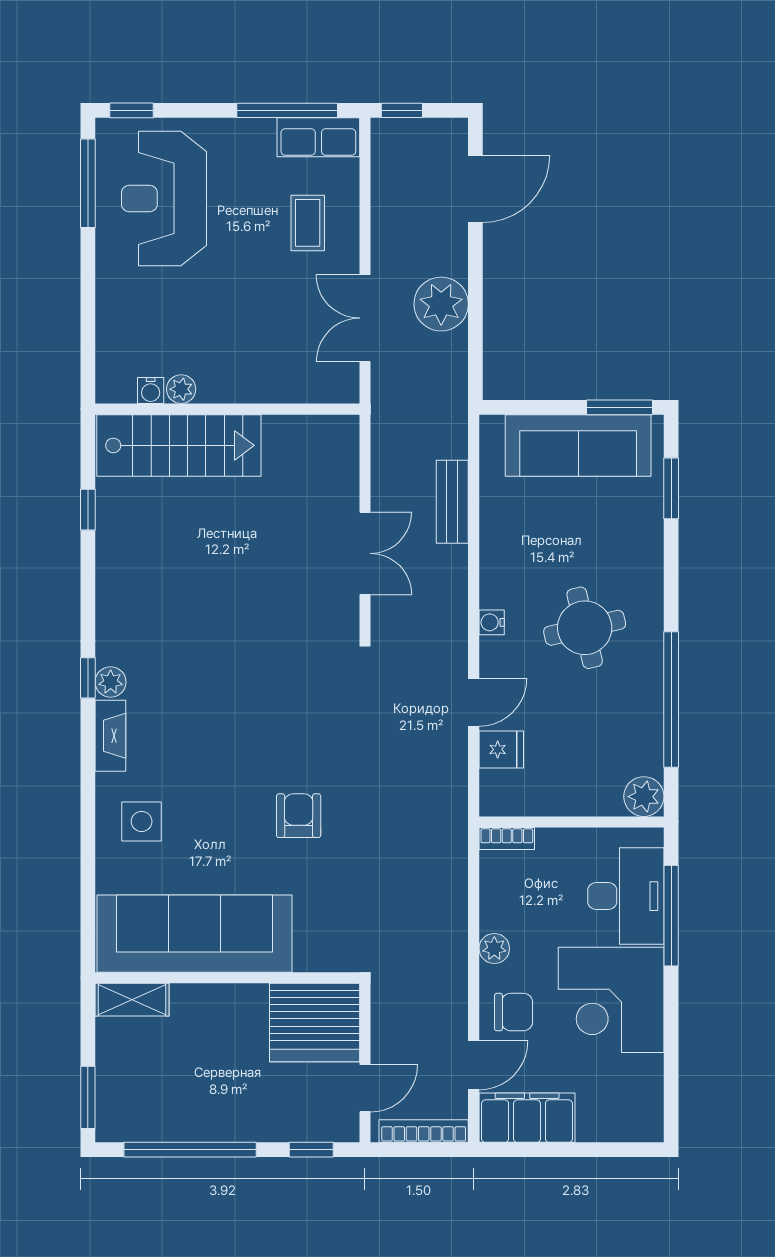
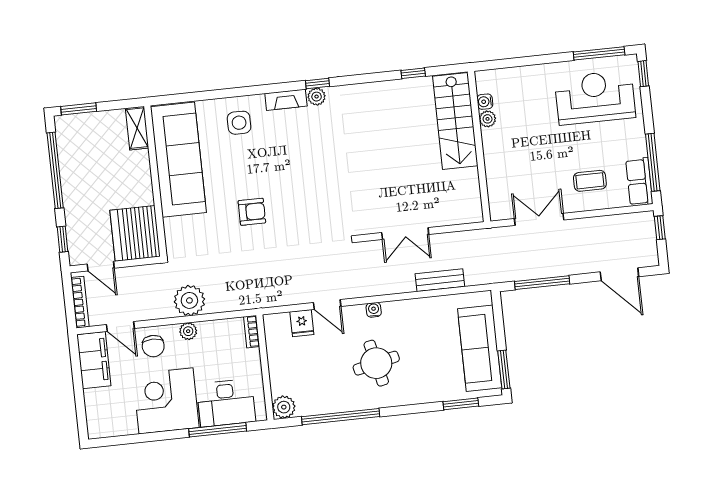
plant: (441, 304) -> (189, 300), moved
window: (475, 325) -> (542, 283), added

